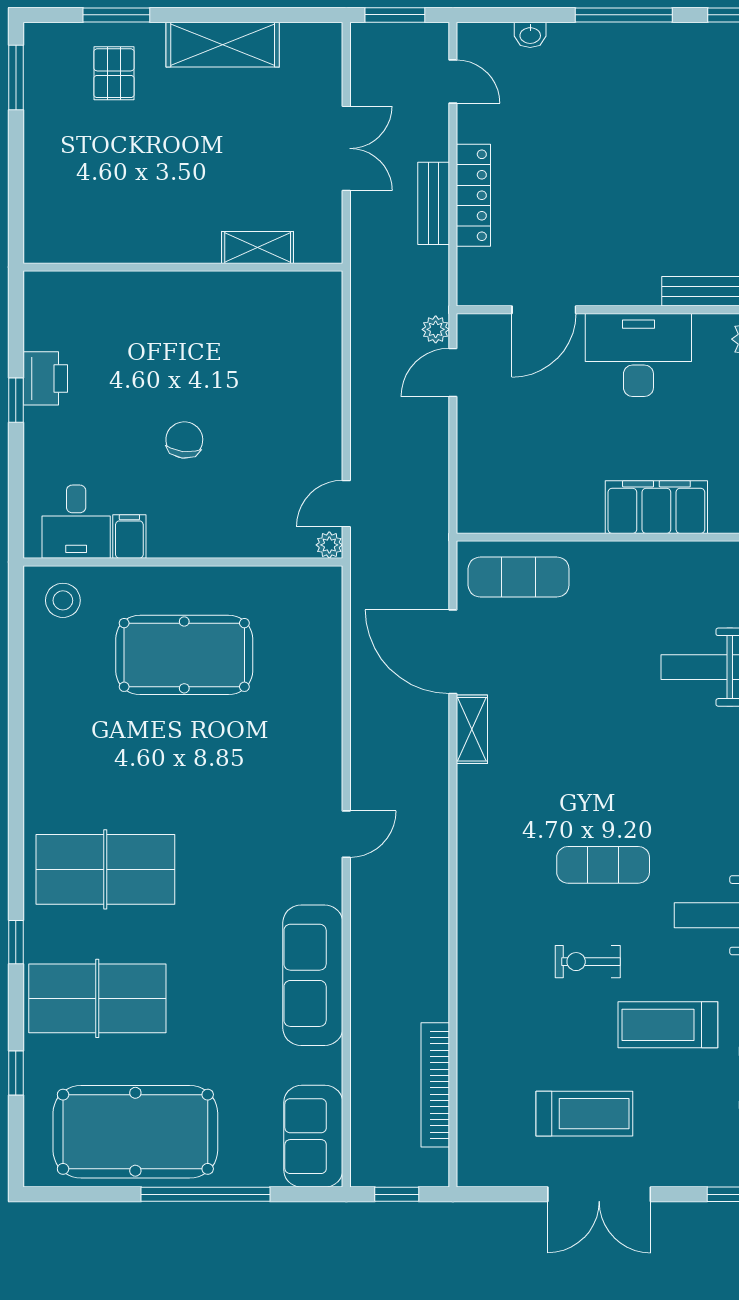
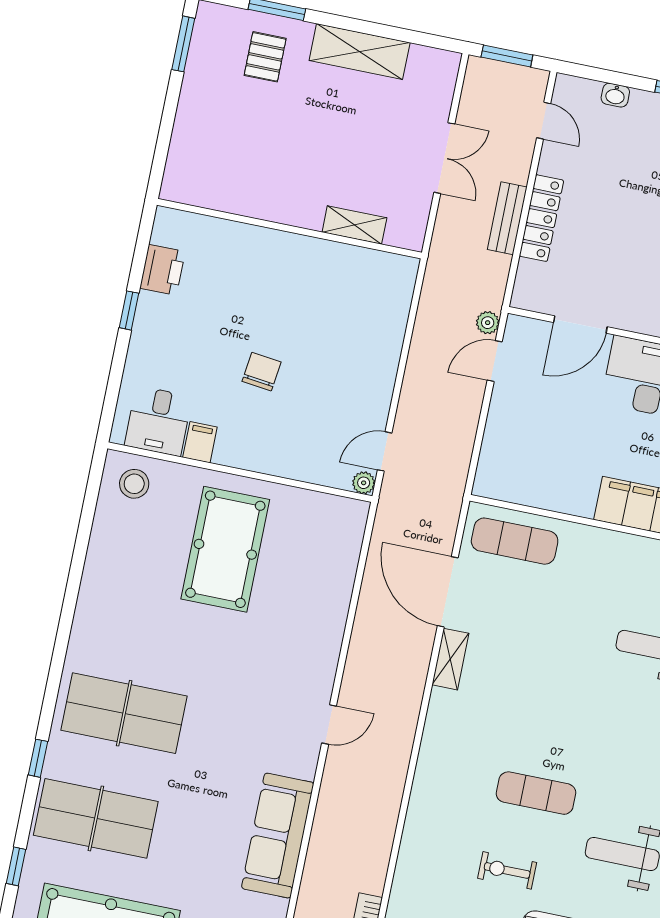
printer: (45, 378) -> (163, 270), moved
pool table: (184, 655) -> (225, 549), turned 90

